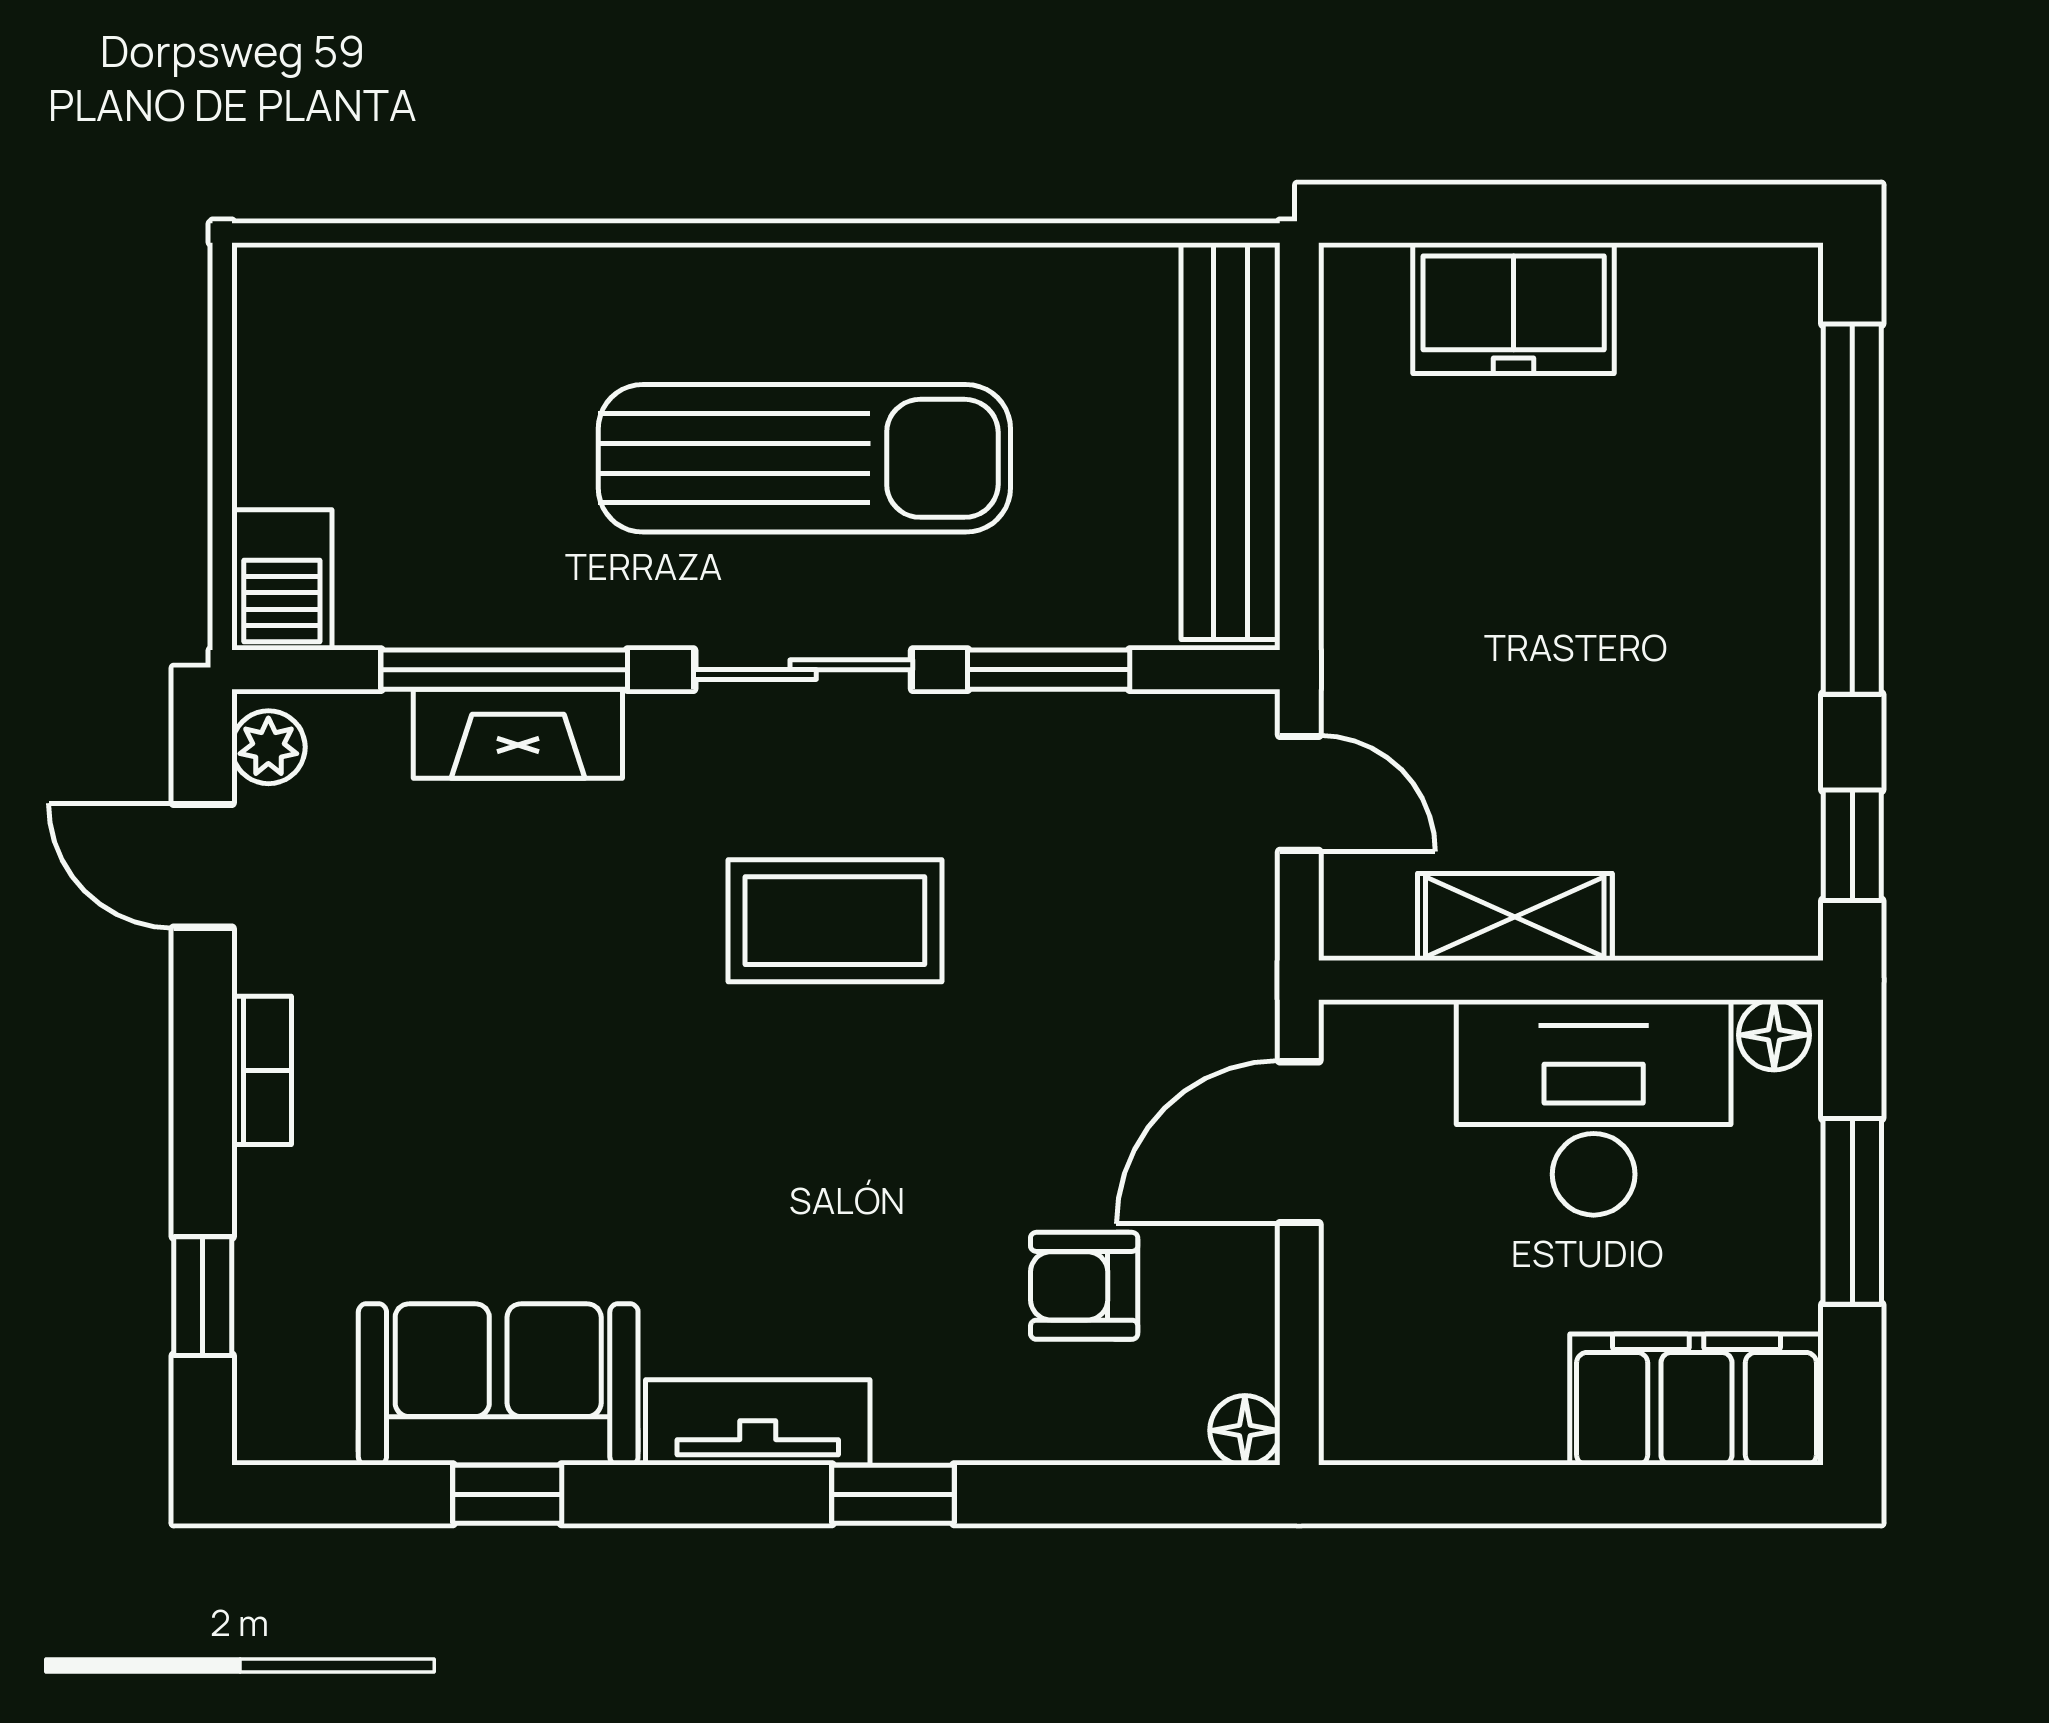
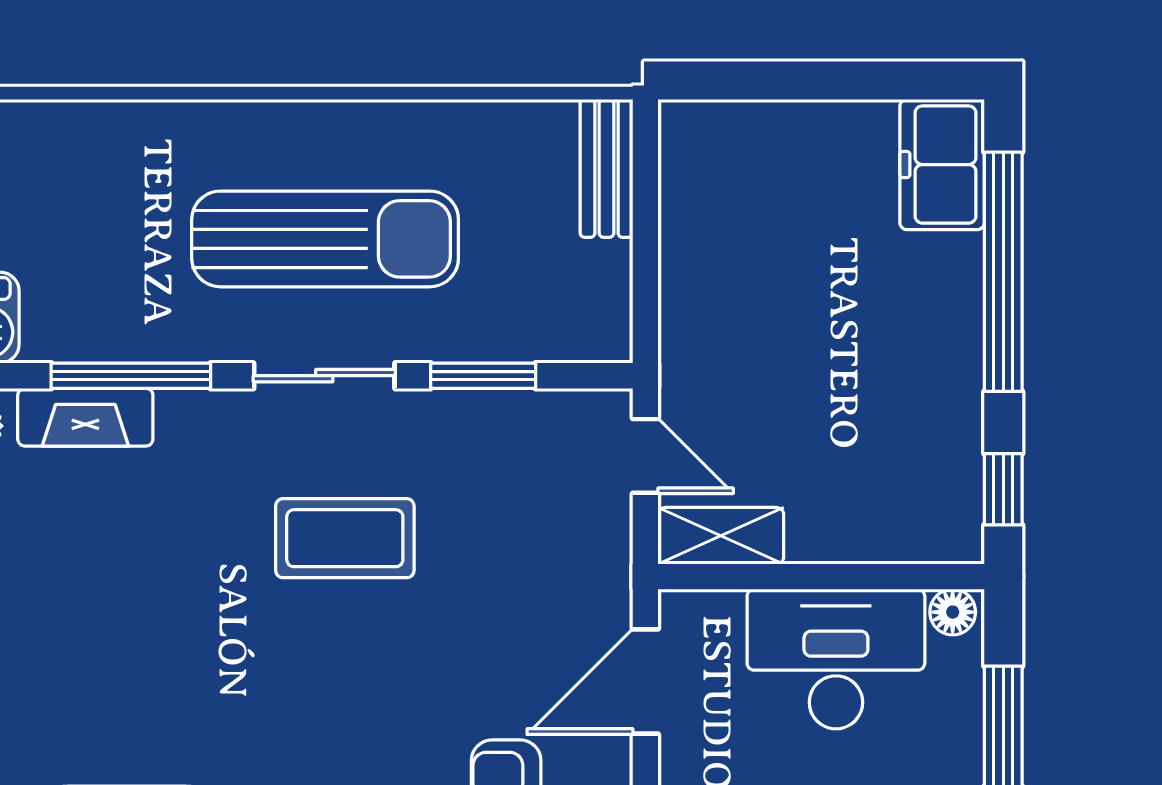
freezer: (1514, 308) -> (942, 165), moved, turned 90
bench: (1230, 441) -> (606, 168), width x0.54, depth x0.82
fireplace: (518, 734) -> (85, 417), moved
shelving: (1515, 917) -> (721, 536), moved

